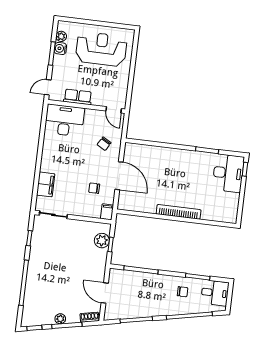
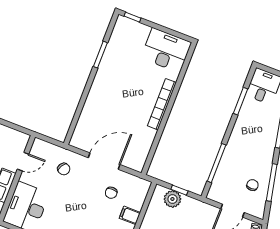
door: (114, 110) -> (23, 162), moved
desk: (228, 173) -> (166, 50), moved
filing cabinet: (107, 212) -> (130, 215), moved
chair: (183, 292) -> (252, 185), moved

